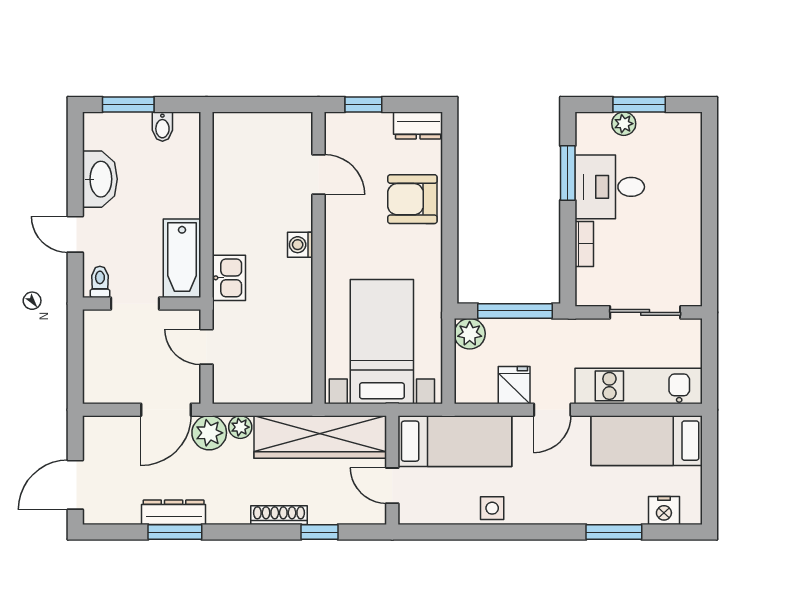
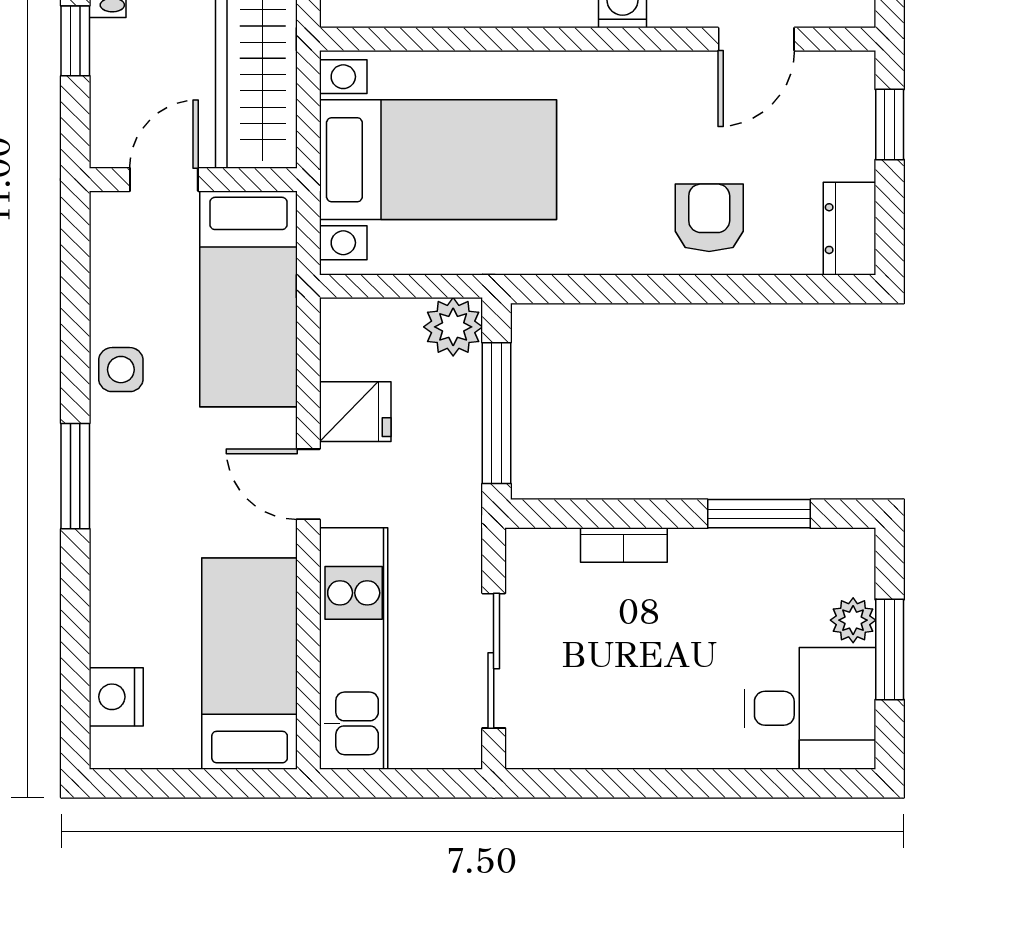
desk: (610, 187) -> (810, 708), moved, turned 90
armchair: (412, 199) -> (709, 218), width x0.72, depth x0.72
window: (614, 532) -> (75, 476), moved

